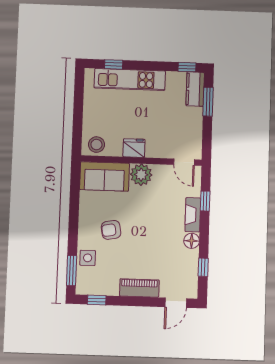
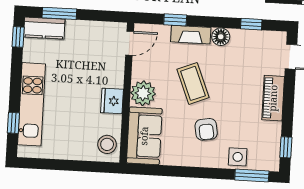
coffee table: (151, 218) -> (193, 83), added

